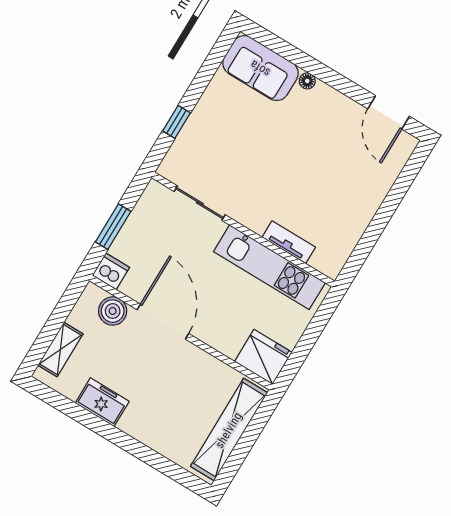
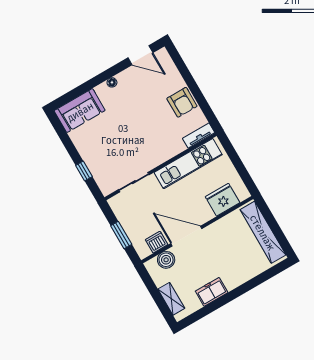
floor lamp: (307, 81) -> (112, 82), moved
armchair: (353, 210) -> (182, 102), added
tv unit: (289, 242) -> (199, 136), moved
dishwasher: (111, 271) -> (157, 242), moved
fridge: (263, 357) -> (223, 200), moved

